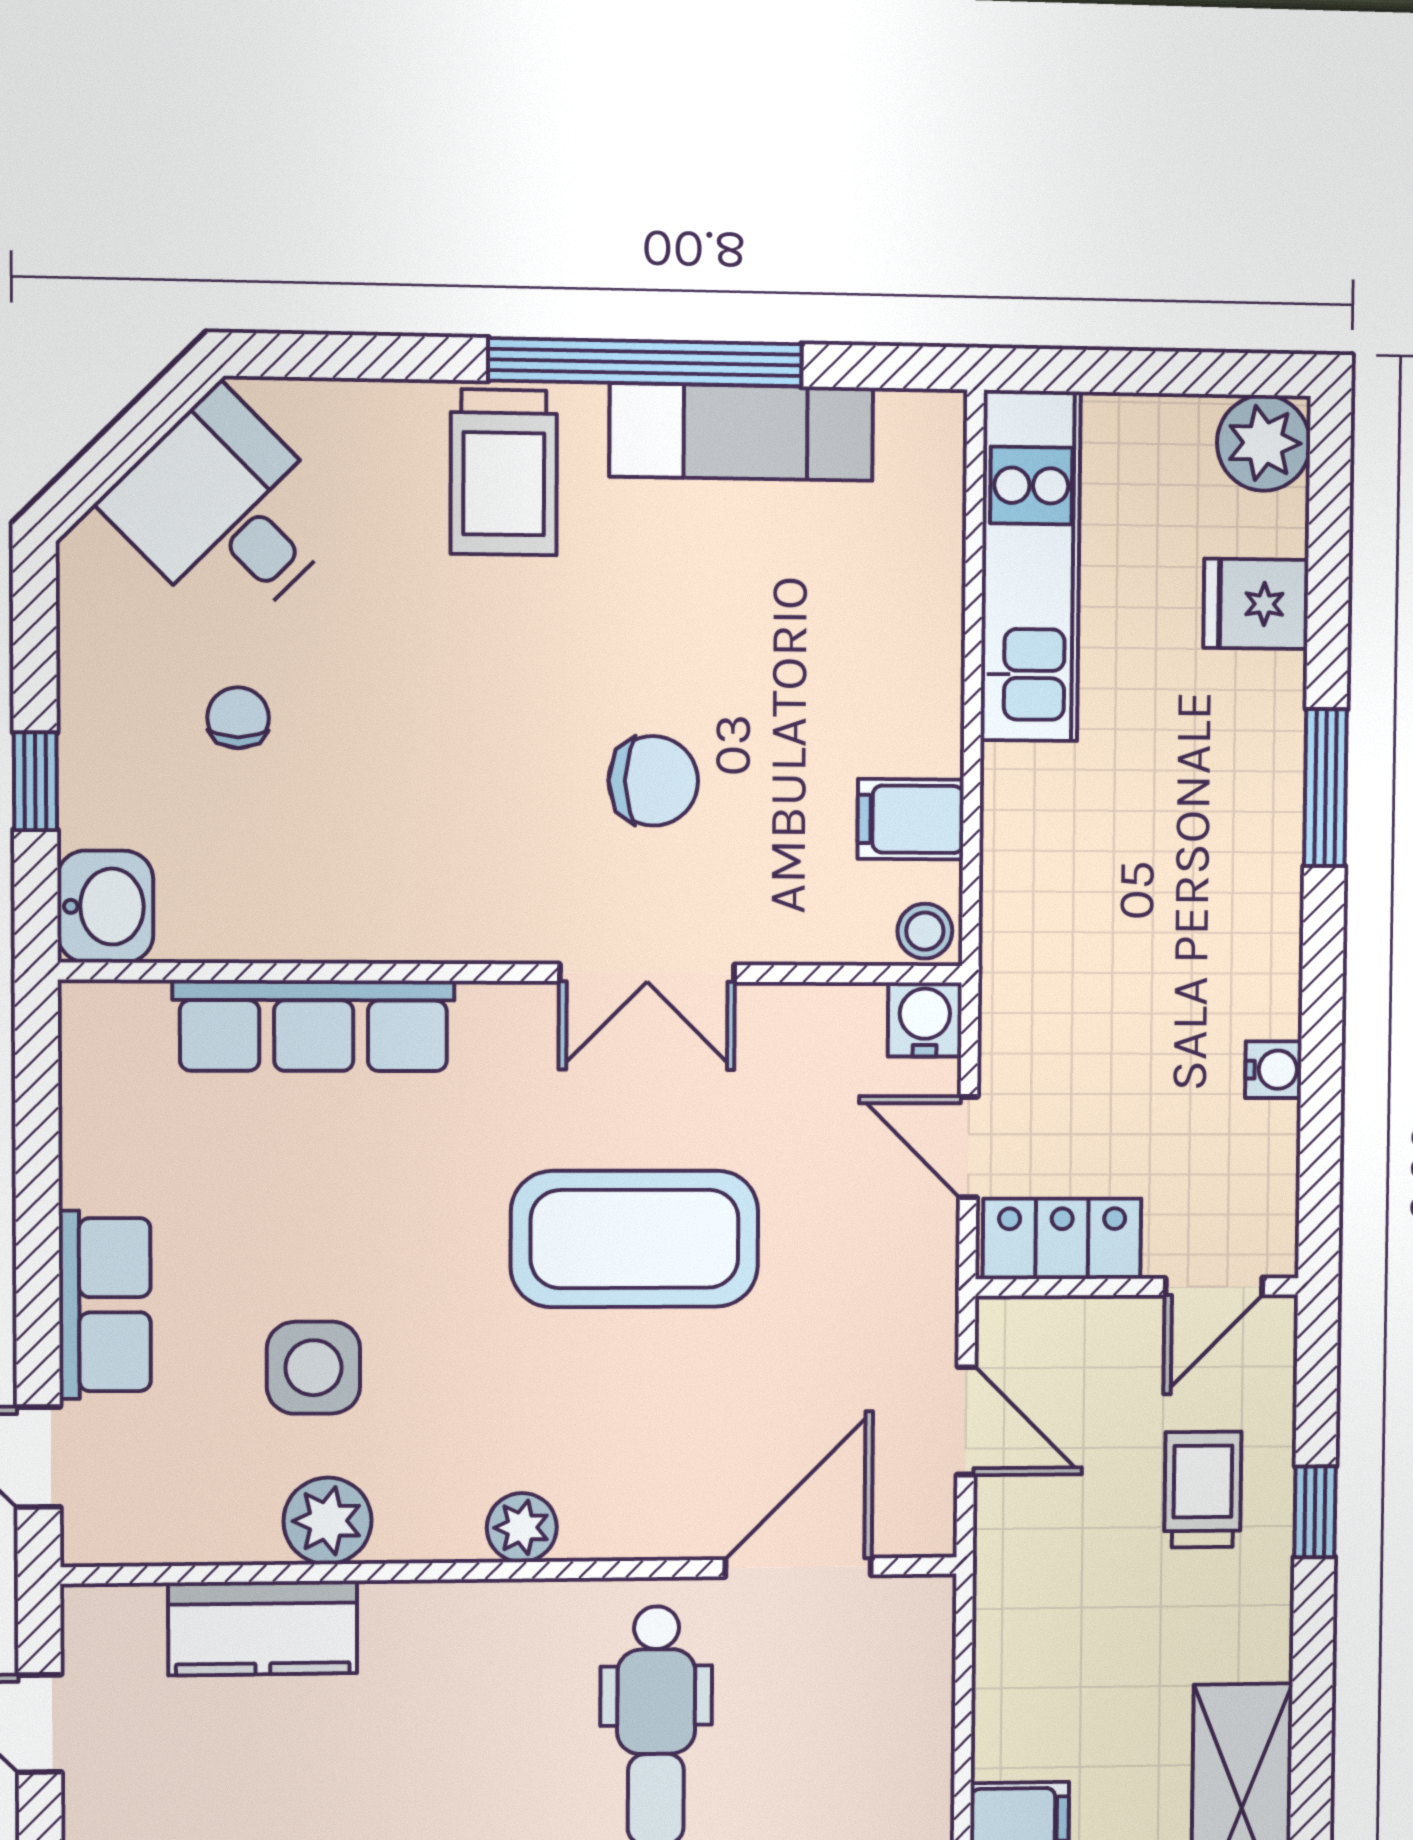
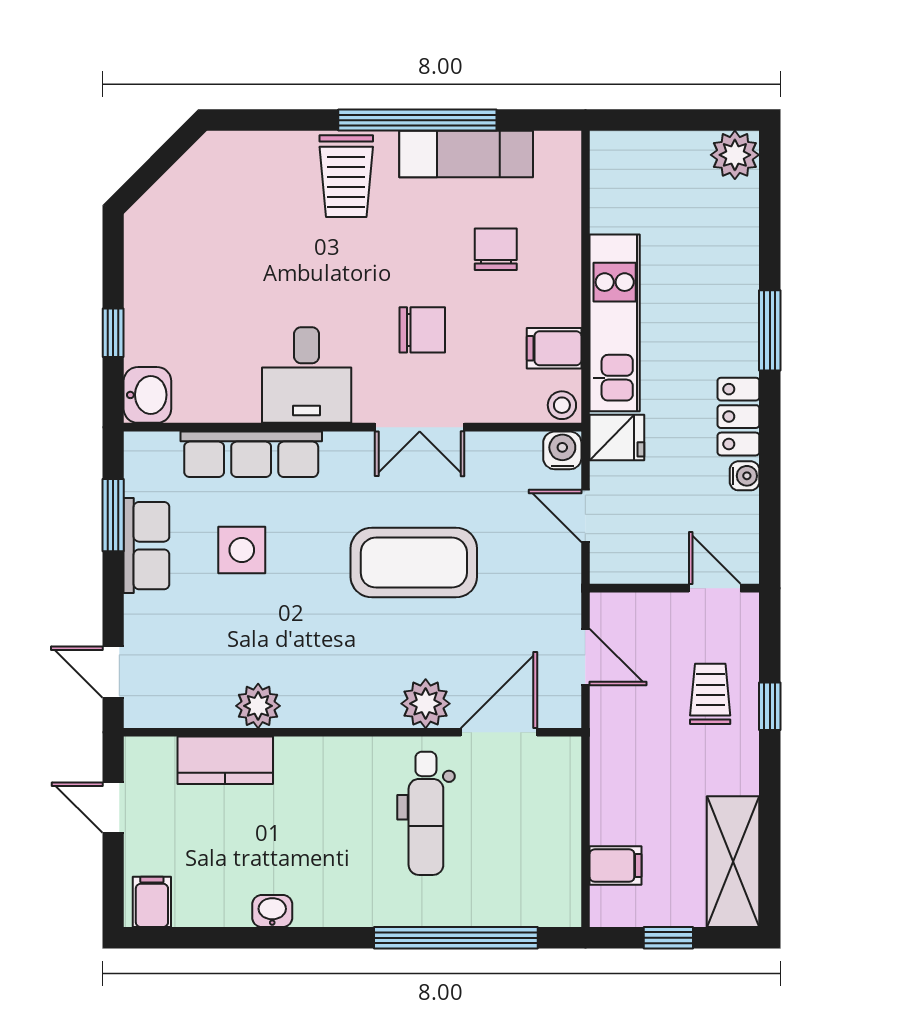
desk: (226, 511) -> (307, 375), moved, turned -135
kitchen unit: (1030, 566) -> (615, 323), moved
fridge: (1256, 604) -> (617, 438), moved, turned 180
chair: (238, 718) -> (496, 249), moved, width x1.37, depth x1.37
window: (37, 1146) -> (113, 515), added
locker: (1062, 1239) -> (738, 417), moved, turned -90
door: (1214, 1287) -> (715, 588), swing flipped
row of seats: (105, 1305) -> (146, 546), moved
side table: (313, 1368) -> (242, 550), moved
plant: (522, 1528) -> (426, 704), moved, width x1.38, depth x1.38

